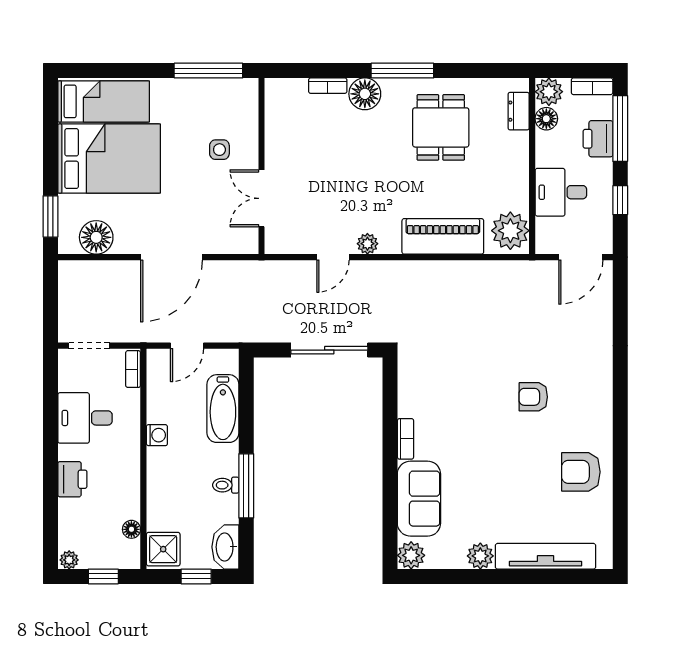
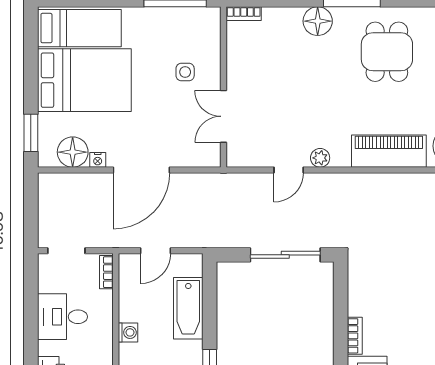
bookcase: (328, 86) -> (244, 14), moved
nightstand: (124, 246) -> (98, 160), added

